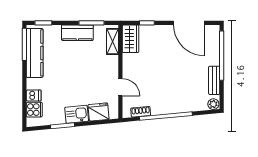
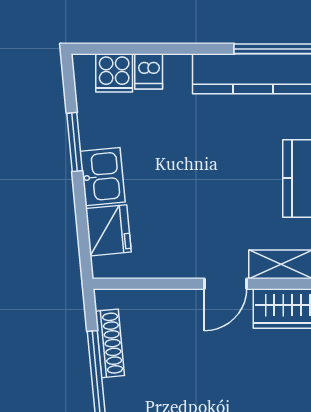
door: (120, 87) -> (226, 284), moved
shoe rack: (141, 112) -> (110, 343), width x1.43

